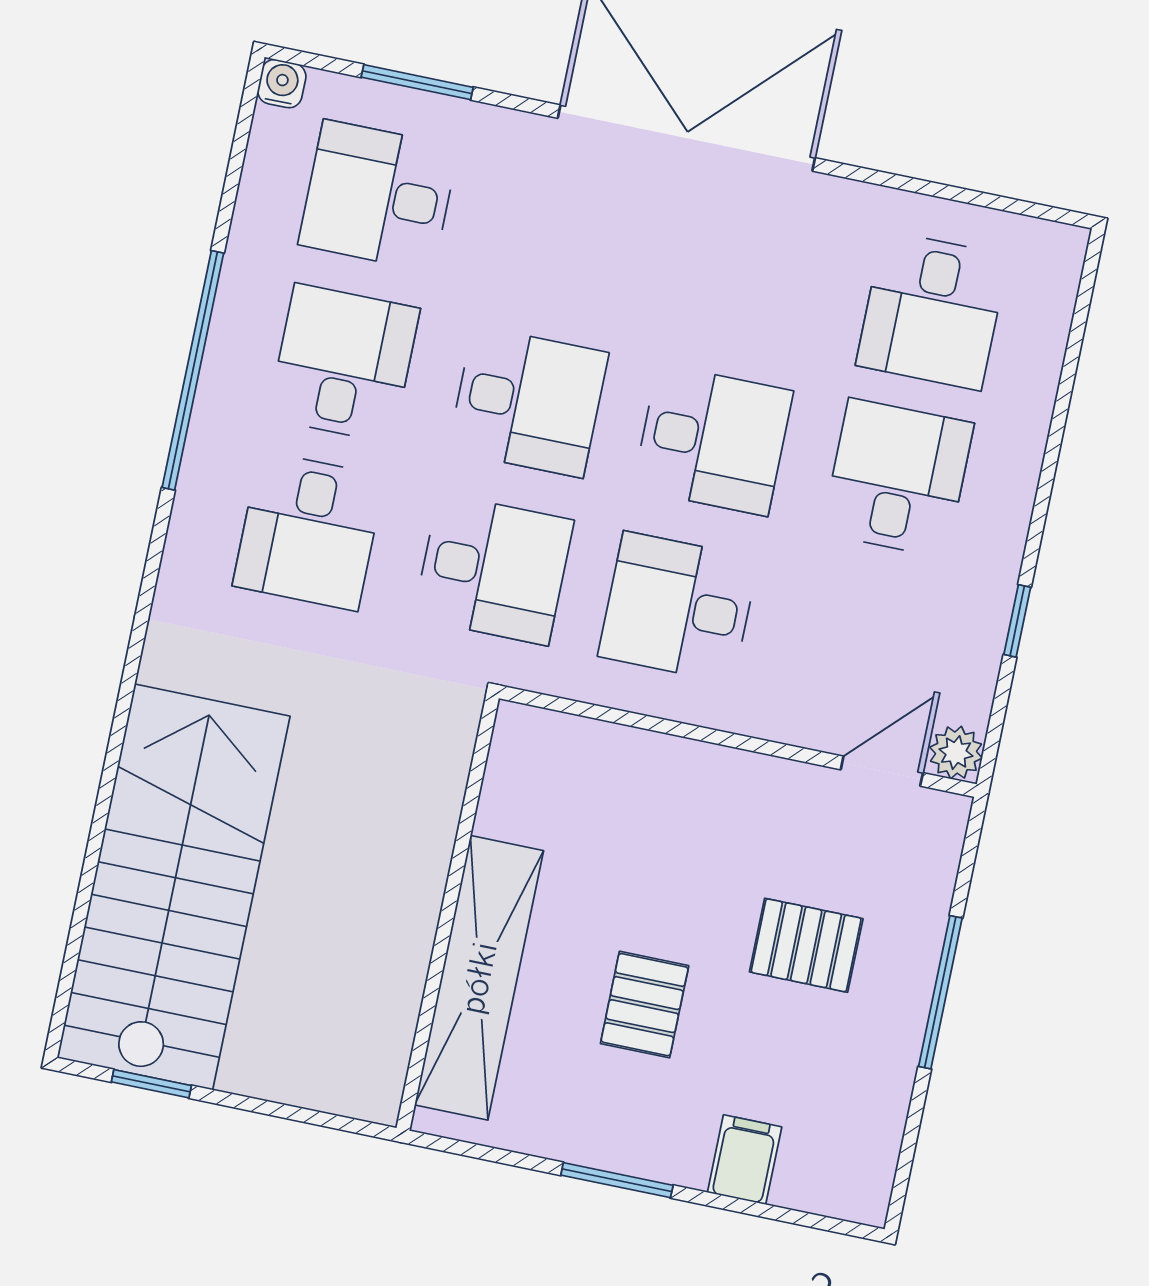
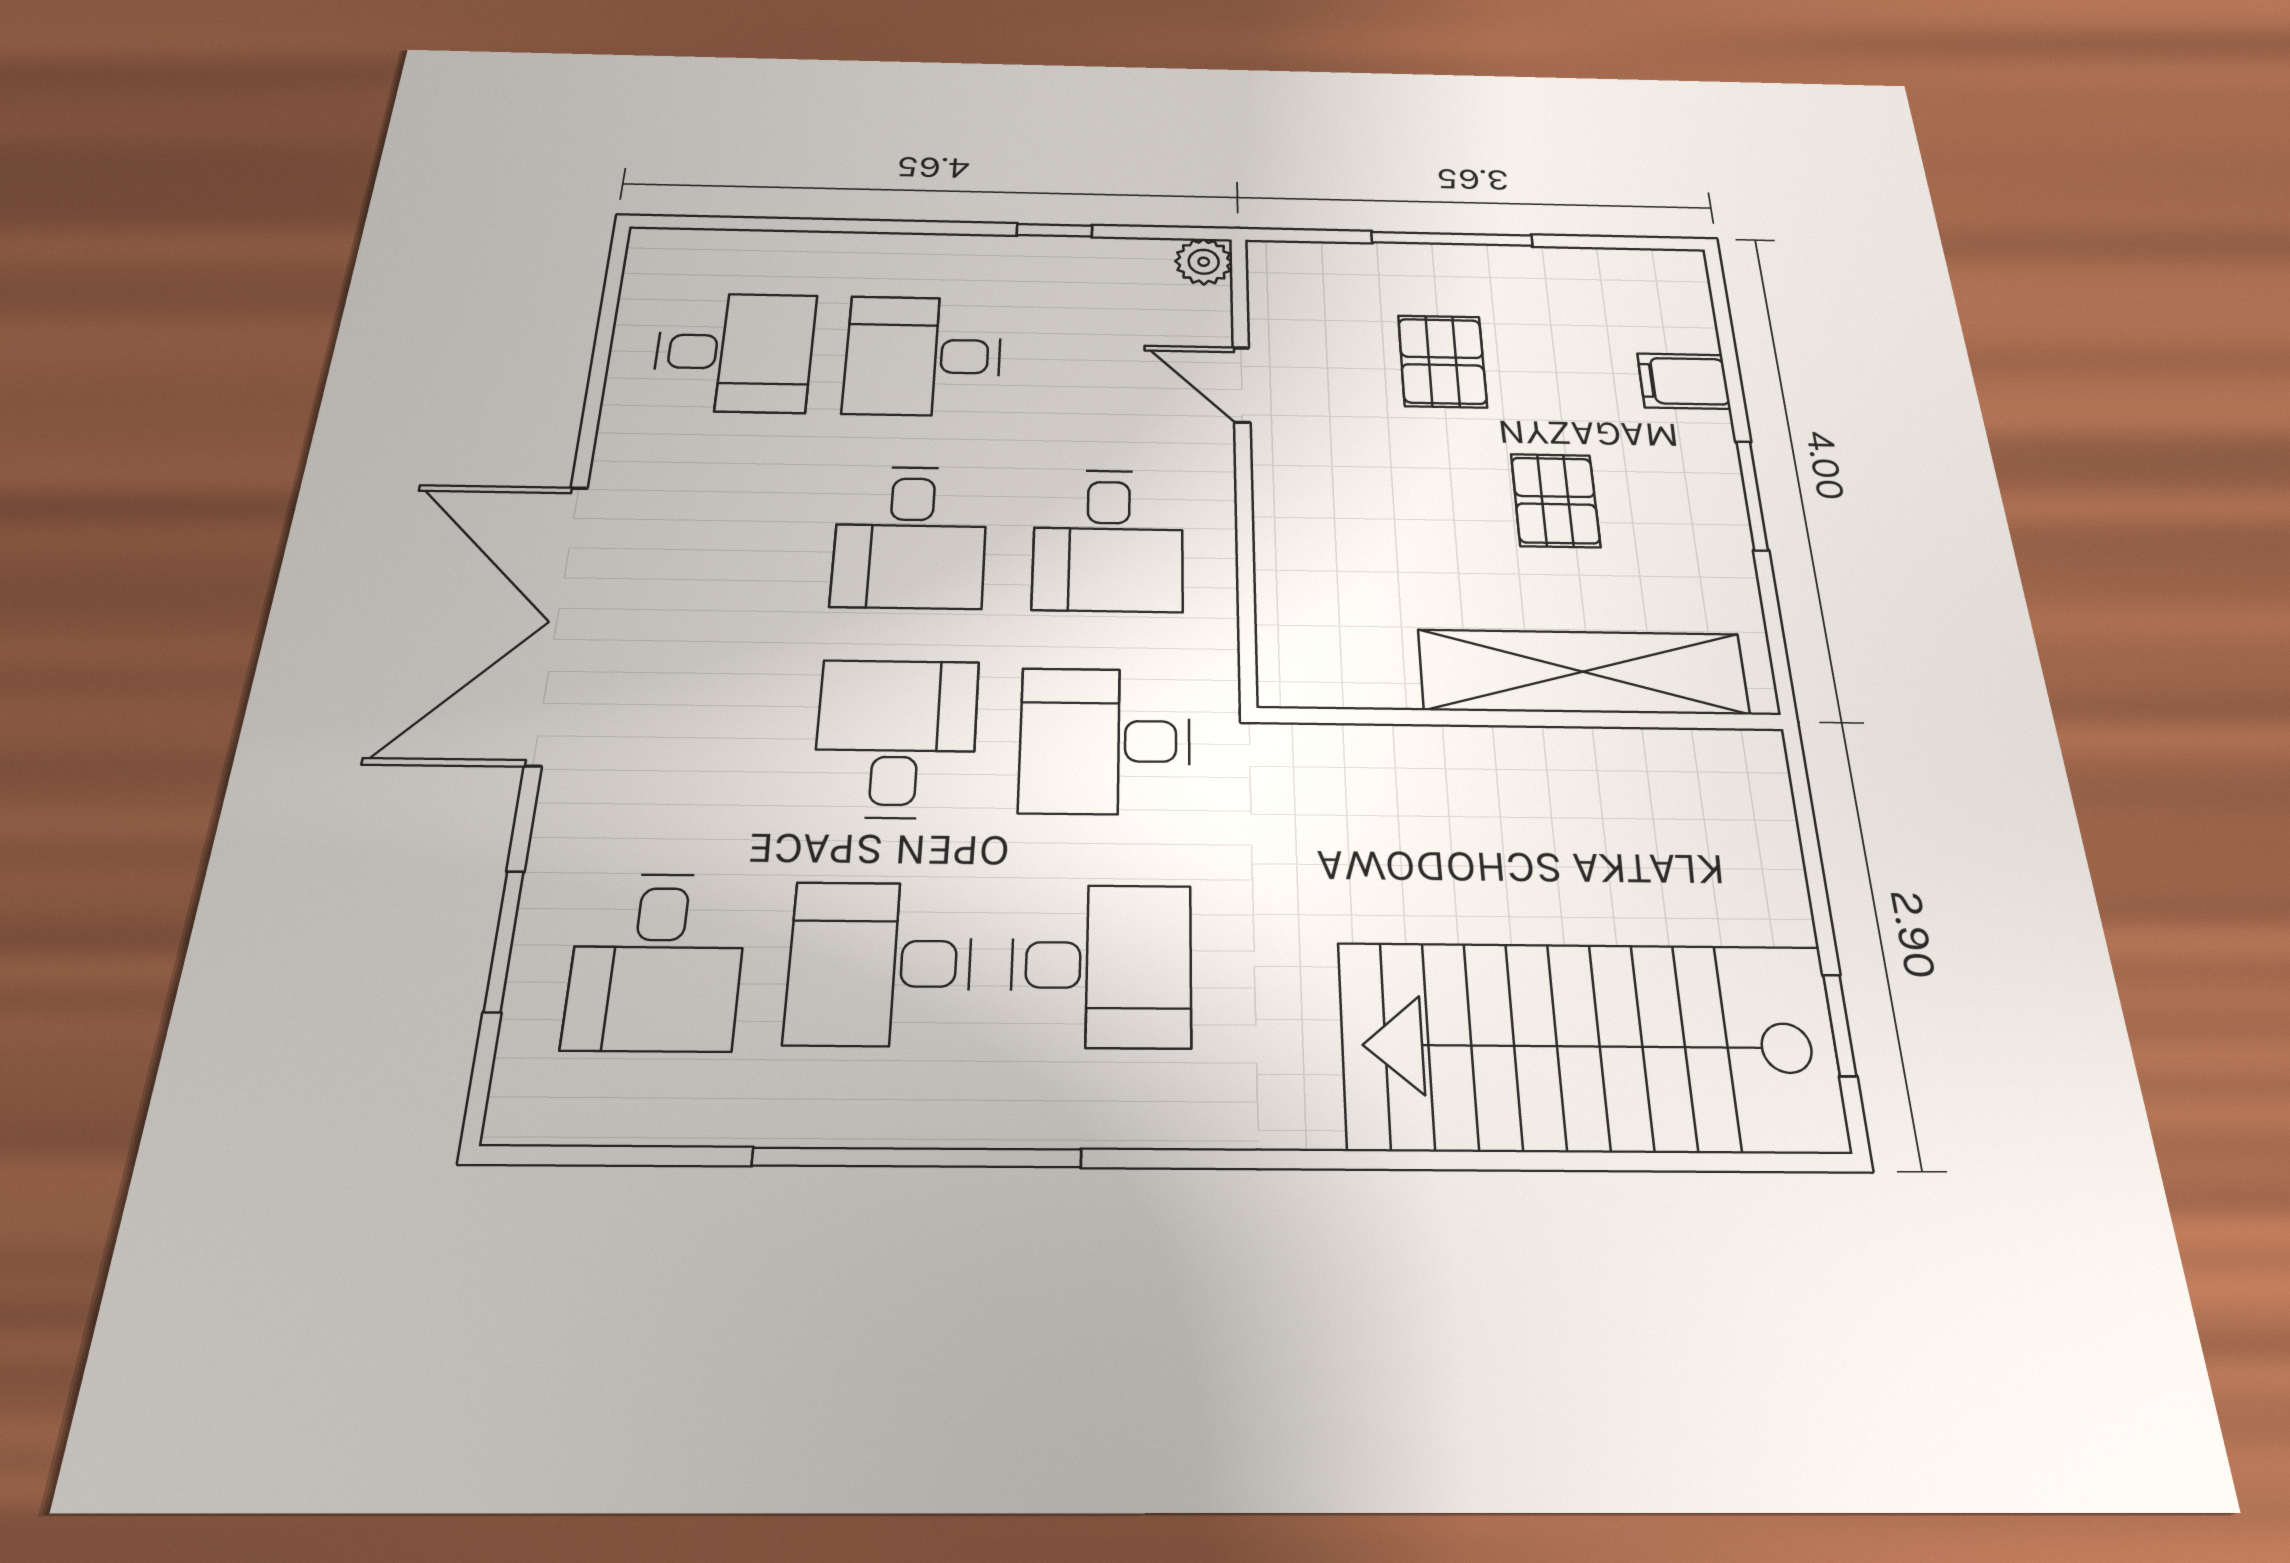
water cooler: (282, 84) -> (514, 1115), removed
desk: (713, 440) -> (910, 537), turned 180
desk: (494, 569) -> (1105, 741), turned -90
door: (882, 771) -> (1242, 385), moved
pallet: (645, 1005) -> (1555, 500), turned 90

